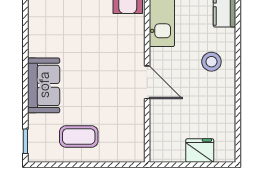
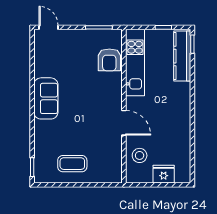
stool: (211, 62) -> (140, 155), moved
sofa: (44, 85) -> (46, 98), moved

